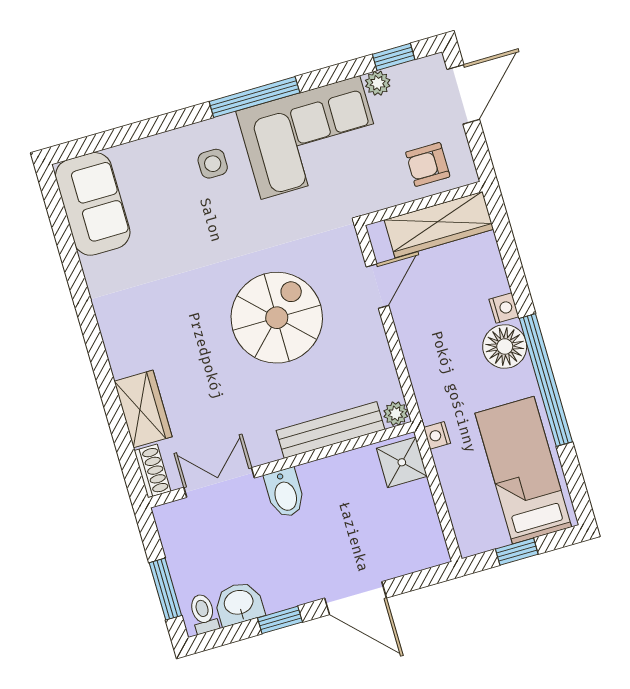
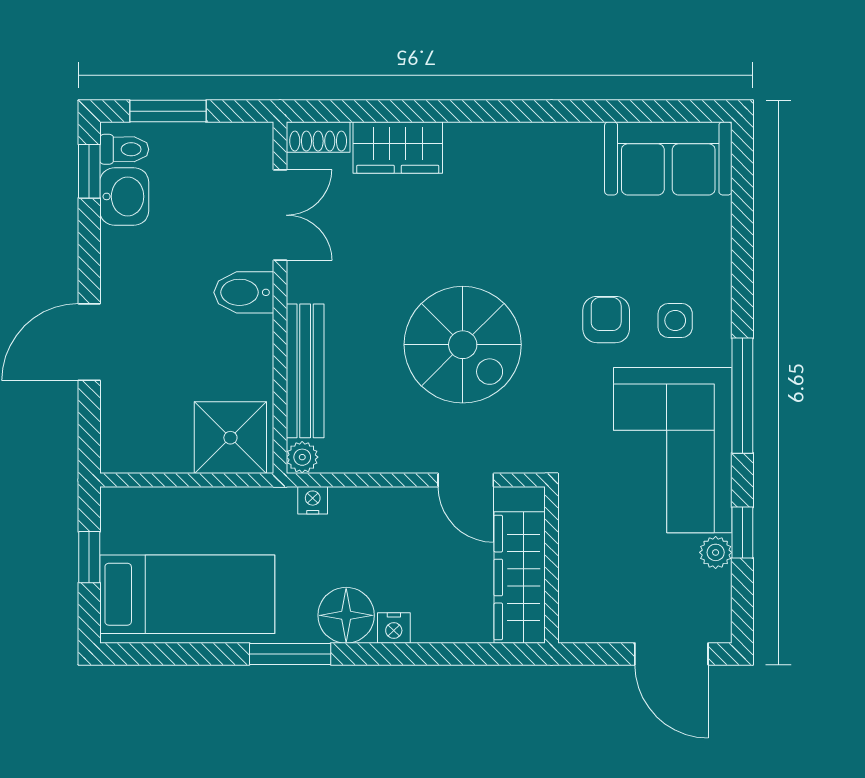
window: (394, 57) -> (742, 533), moved
armchair: (428, 164) -> (606, 320), moved
window: (546, 380) -> (290, 654), width x0.47
nightstand: (437, 435) -> (313, 500), moved
shower: (402, 462) -> (230, 438), width x1.36, depth x1.36
window: (280, 620) -> (89, 171), moved

